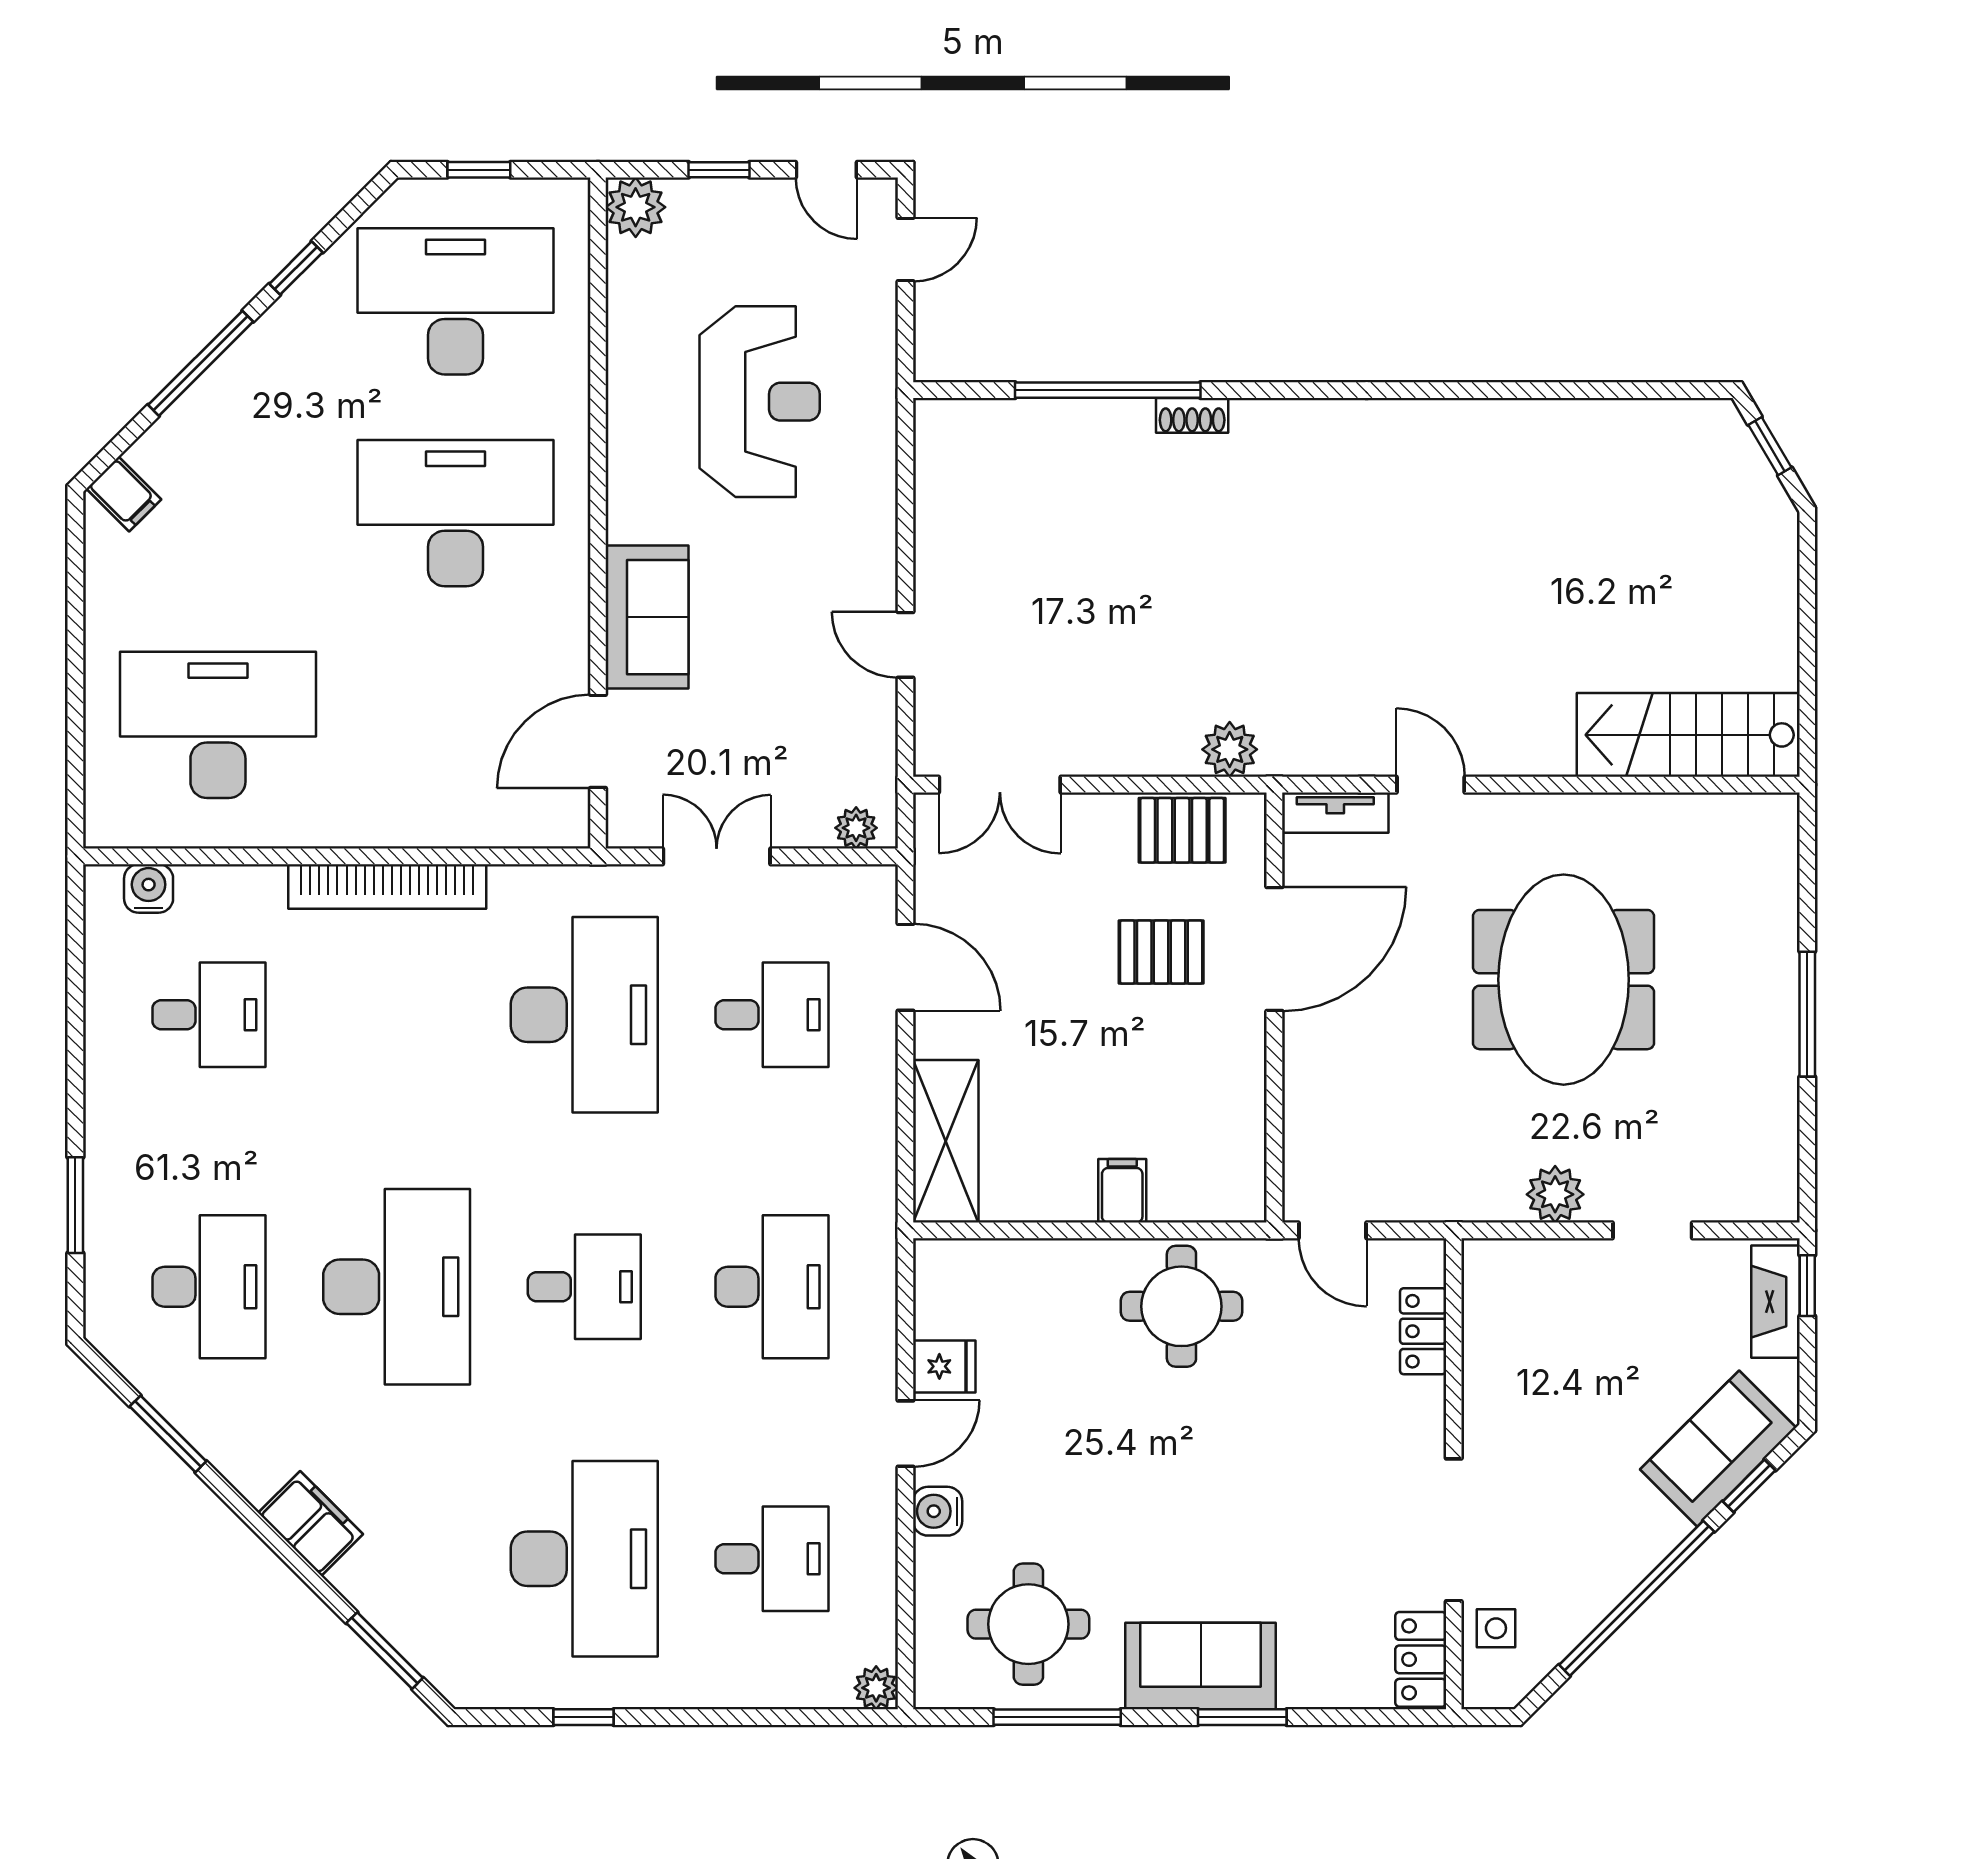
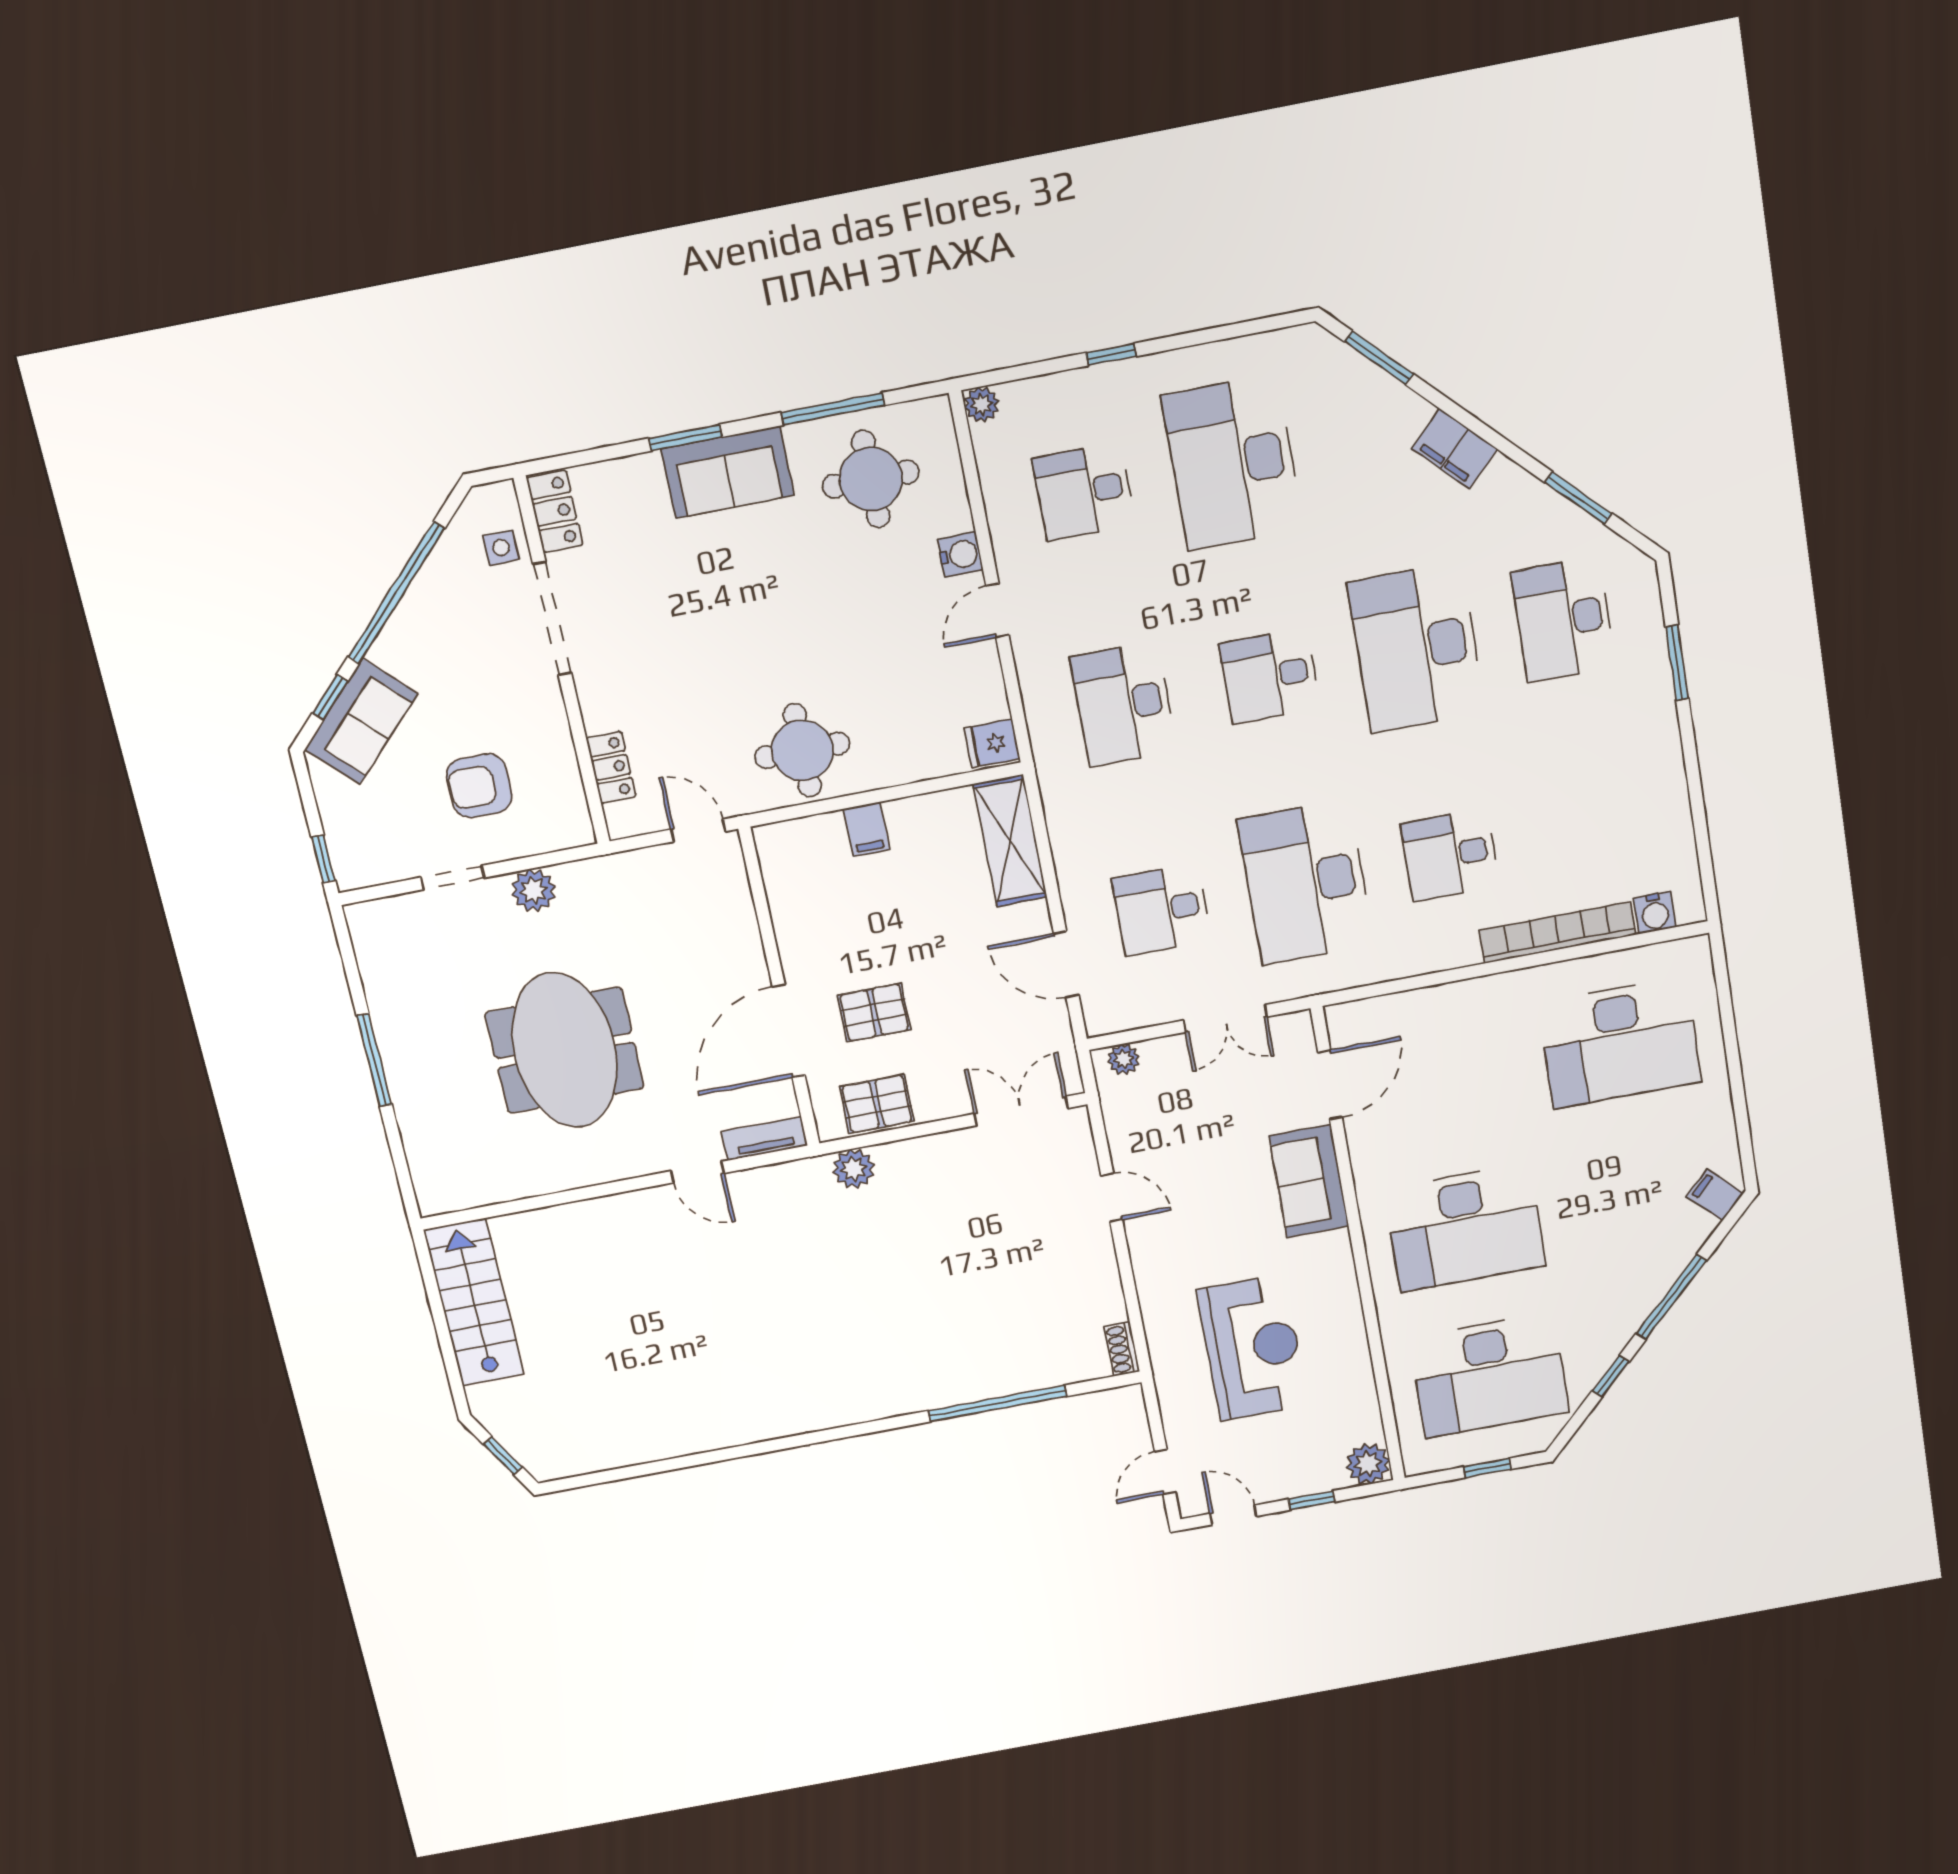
reception desk: (760, 402) -> (1253, 1348), turned 180
shoe rack: (1192, 415) -> (1122, 1349), moved, turned -90
stairs: (1688, 735) -> (474, 1302), moved, turned -90
bookcase: (387, 887) -> (1557, 933), moved
desk: (209, 1015) -> (1450, 855), moved
fireplace: (1776, 1302) -> (345, 842), removed
armchair: (1592, 1340) -> (479, 786), added
fridge: (944, 1366) -> (992, 743), moved
window: (583, 1717) -> (1111, 354), moved

